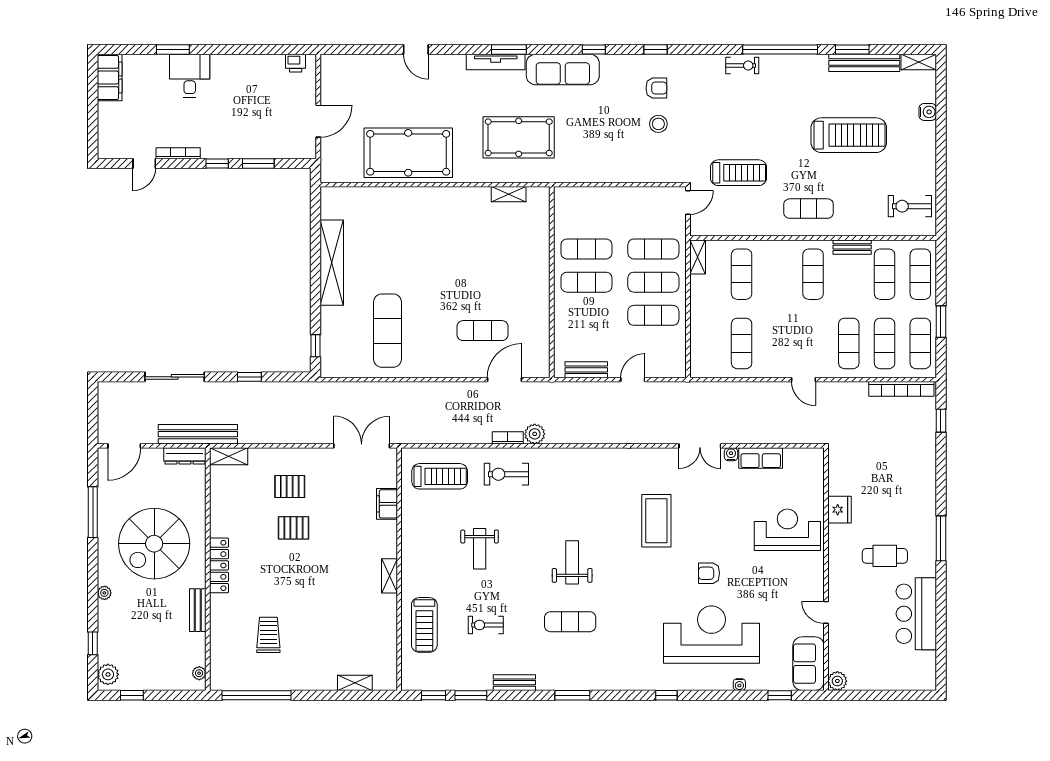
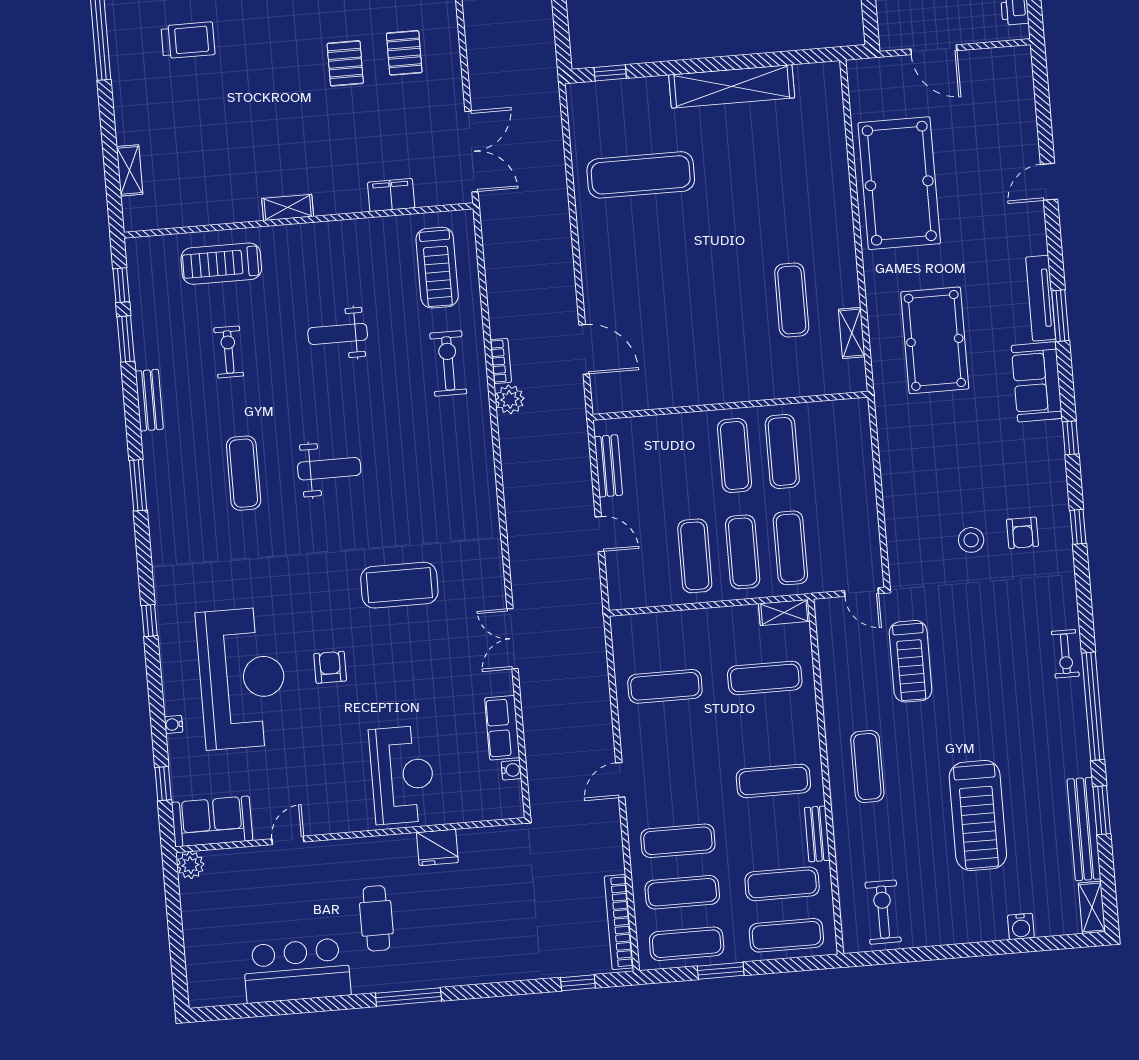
sofa: (563, 69) -> (1037, 382), width x0.73
exercise mat: (482, 331) -> (792, 300), moved
water cooler: (731, 454) -> (511, 770), moved

